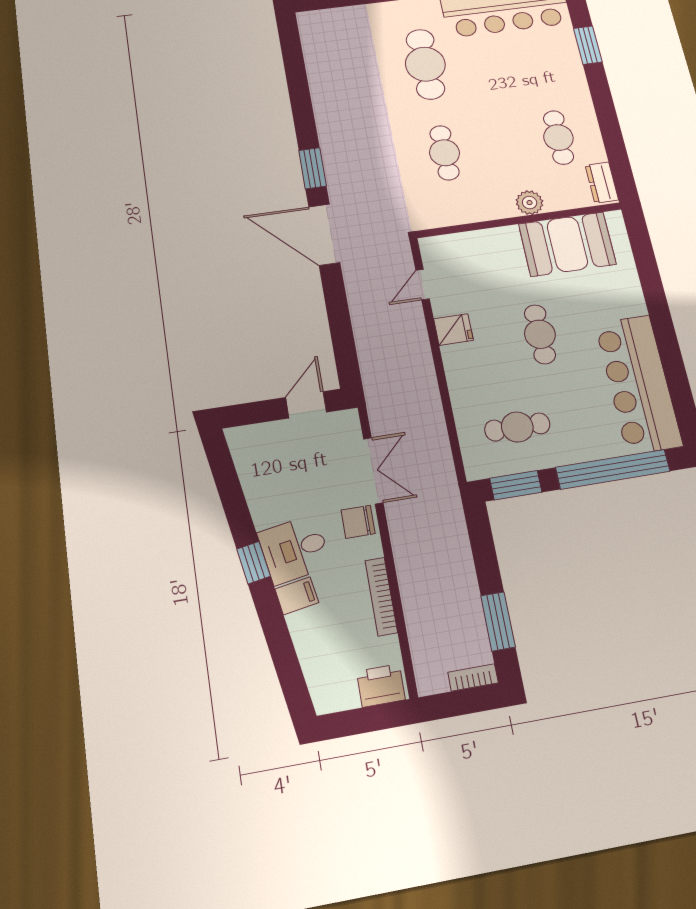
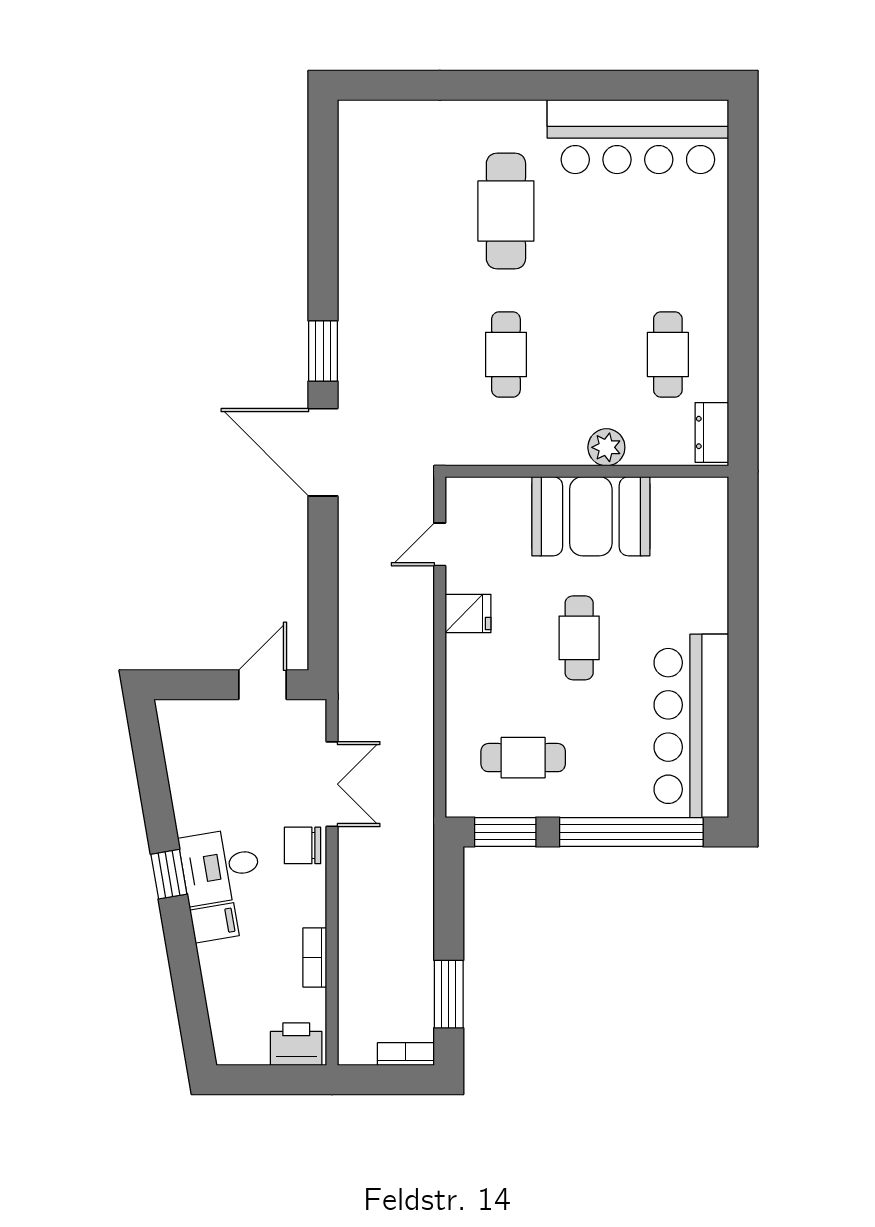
window: (588, 45) -> (743, 213), removed
booth: (567, 244) -> (591, 516), moved
bookcase: (381, 596) -> (315, 957), width x0.64

